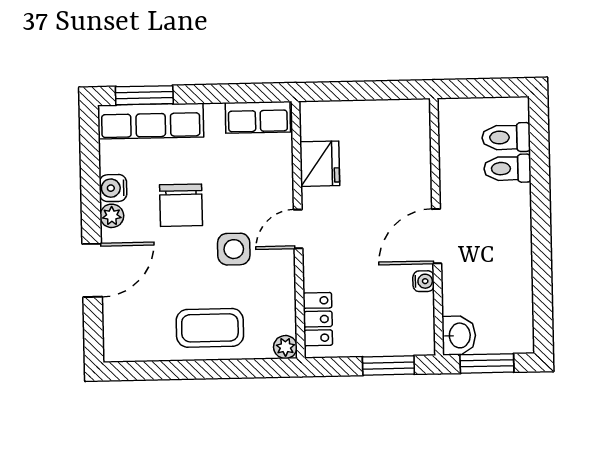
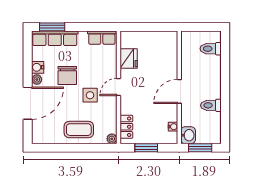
toilet: (507, 168) -> (211, 105), moved
door: (92, 270) -> (28, 103), width x1.36
water cooler: (424, 281) -> (173, 127), moved
window: (388, 365) -> (146, 148), moved

